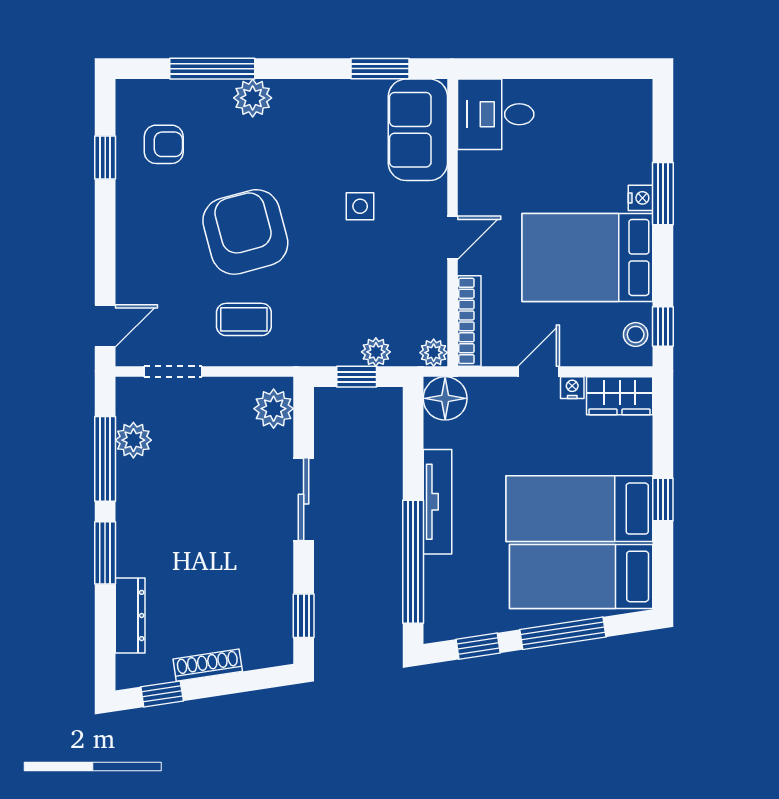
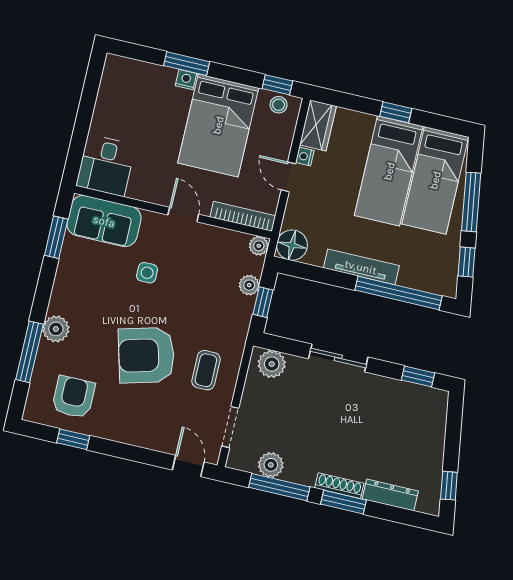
armchair: (164, 144) -> (73, 397), width x1.38, depth x1.38
shoe rack: (208, 665) -> (339, 486), moved, turned 99

